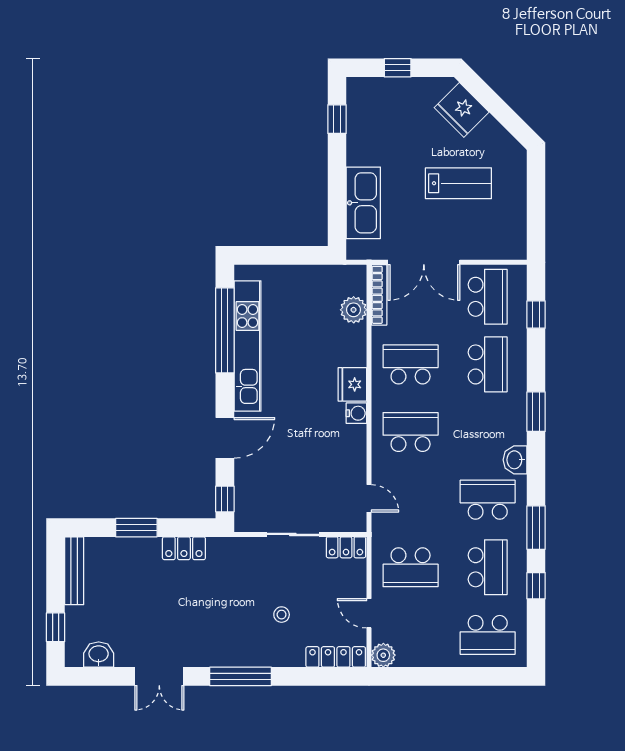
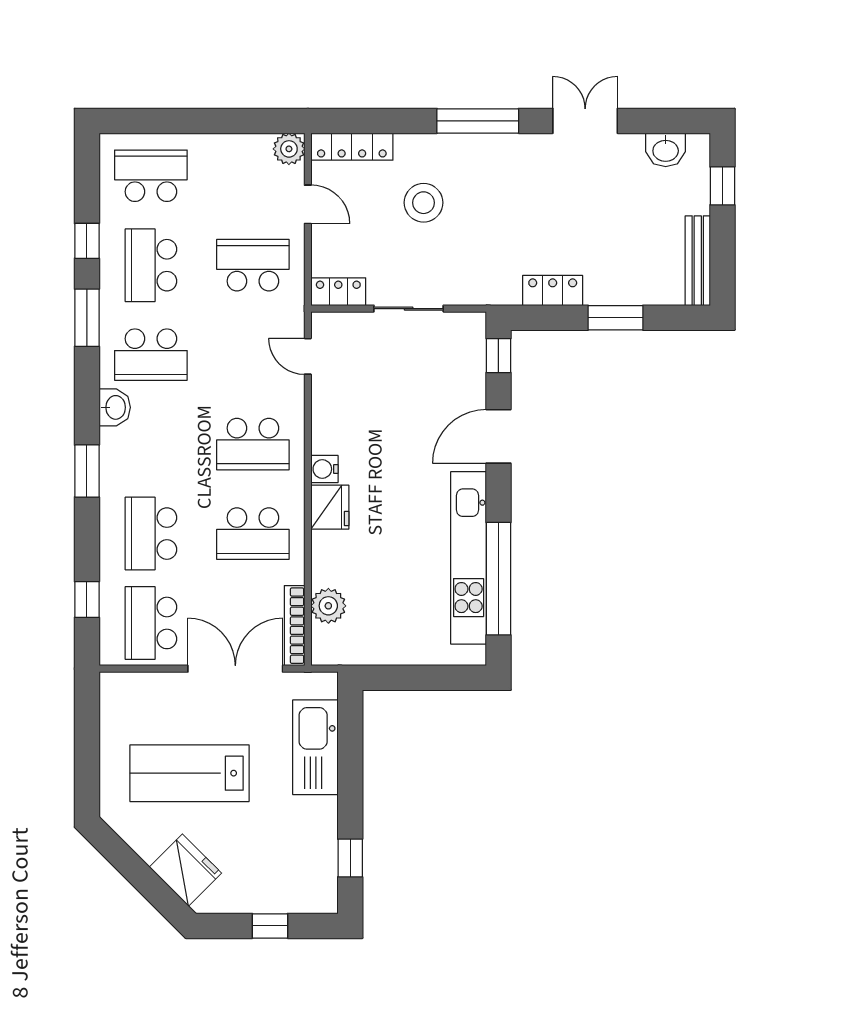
lab bench: (458, 183) -> (190, 773), width x1.36, depth x1.39
stool: (282, 615) -> (424, 203), width x1.89, depth x1.89

